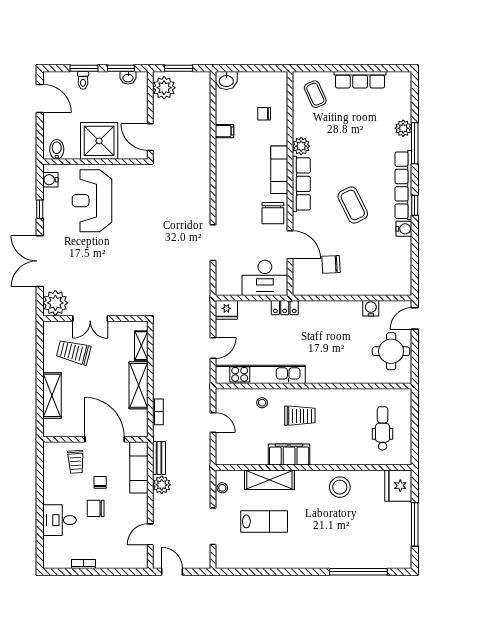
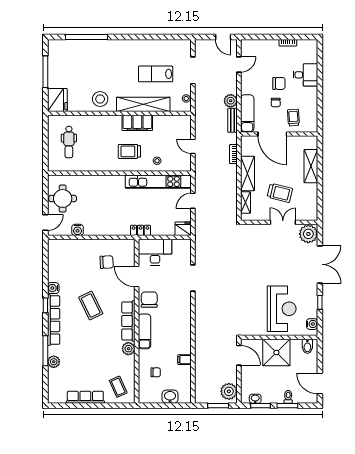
washbasin: (226, 81) -> (170, 397), moved
trolley: (74, 352) -> (280, 193), moved
shelving: (269, 480) -> (143, 104), width x1.47

